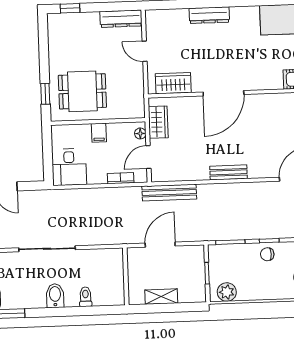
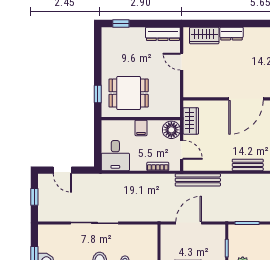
dresser: (209, 15) -> (231, 34), width x0.70
wardrobe: (173, 83) -> (204, 35), moved, turned 180
floor lamp: (140, 133) -> (171, 130), width x1.89, depth x1.89
door: (148, 157) -> (182, 150), swing flipped

